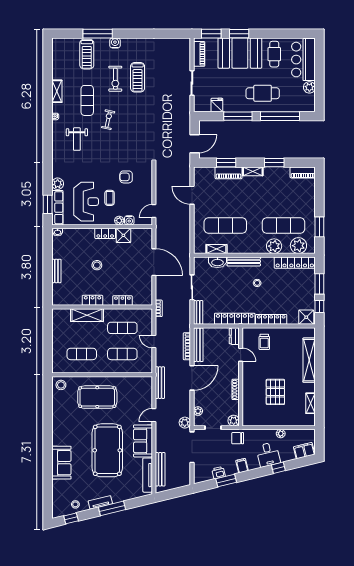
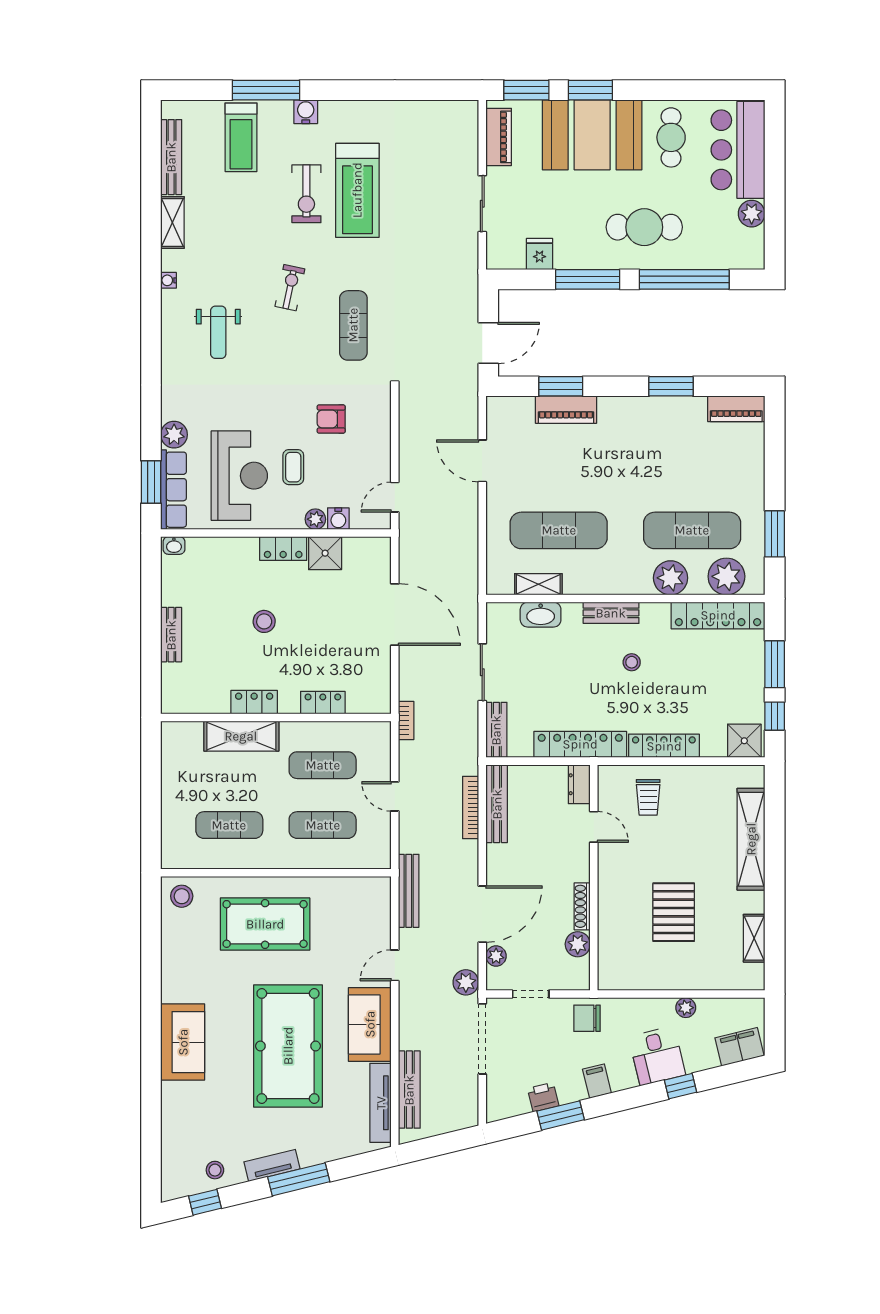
bench: (56, 63) -> (171, 157), added
treadmill: (138, 77) -> (357, 190), width x1.37, depth x1.38
exercise mat: (87, 100) -> (353, 325), moved
shelving: (253, 171) -> (622, 406), removed
bench: (244, 261) -> (611, 613), width x0.73
door: (192, 378) -> (482, 914), moved
plant: (234, 421) -> (578, 944), moved
sofa: (61, 463) -> (183, 1042), moved

